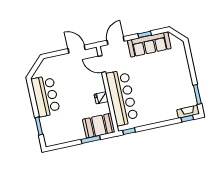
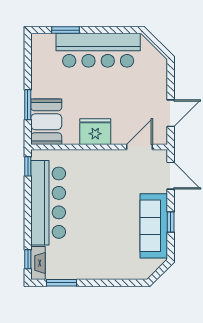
bar counter: (46, 96) -> (98, 50), width x1.36
fridge: (101, 98) -> (95, 132), width x1.88, depth x1.34
bar counter: (122, 98) -> (48, 203), moved, turned -90

